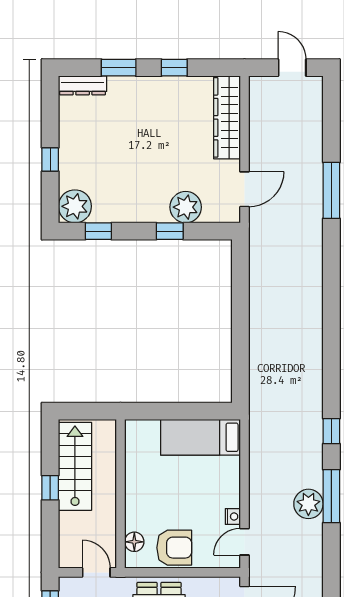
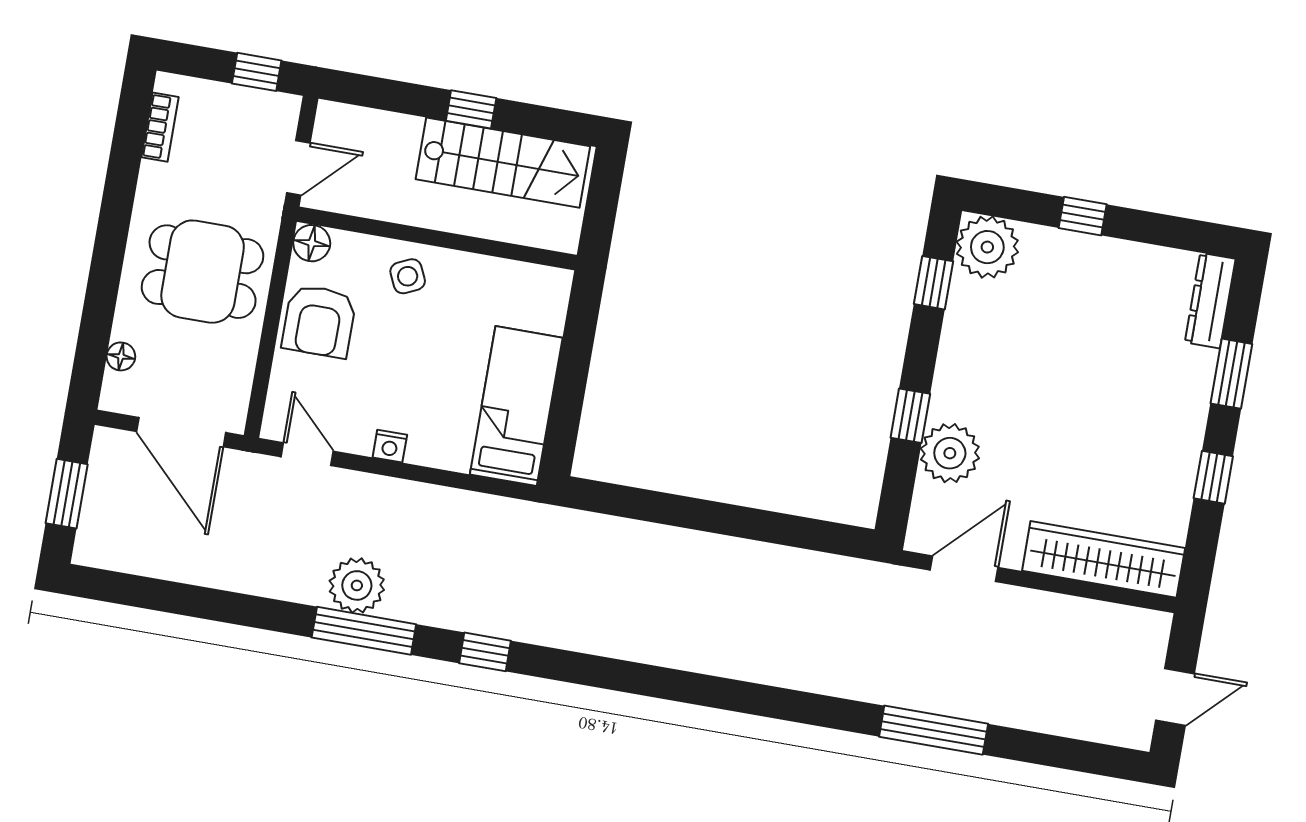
door: (245, 189) -> (964, 569), swing flipped
side table: (143, 506) -> (408, 276), added
nightstand: (233, 517) -> (390, 446), moved
floor lamp: (134, 542) -> (312, 243), moved

